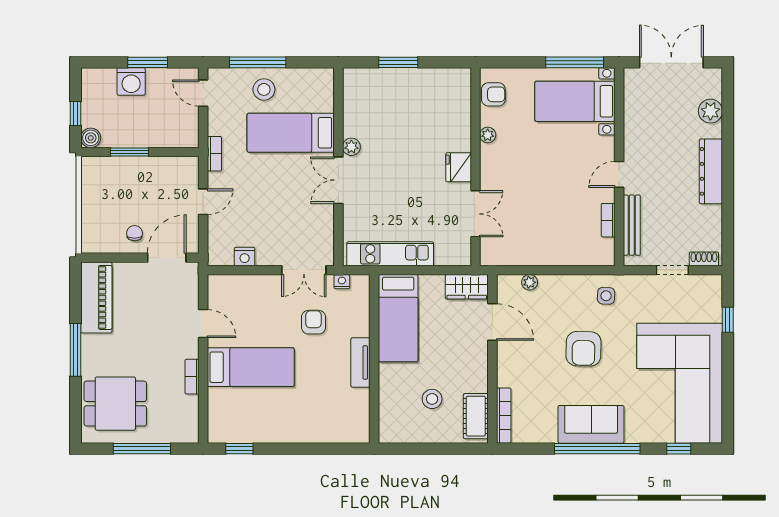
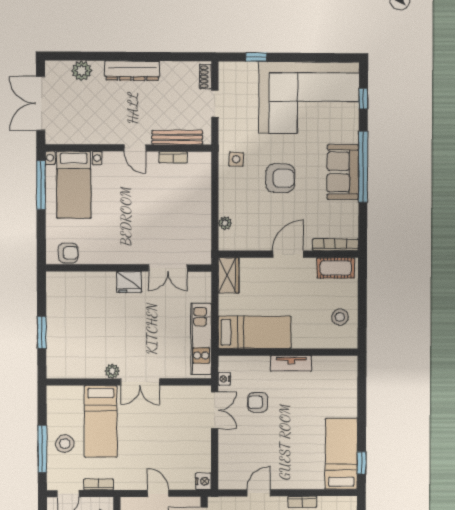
armchair: (493, 94) -> (68, 253), turned 90
plant: (488, 135) -> (102, 258), removed
bookcase: (214, 154) -> (99, 484), moved
double door: (476, 214) -> (168, 268), swing flipped
nightstand: (245, 257) -> (203, 481), moved
door: (492, 322) -> (288, 254), moved
bed: (251, 367) -> (341, 454), moved
stool: (432, 399) -> (340, 317), moved

